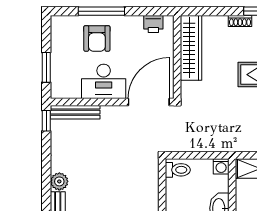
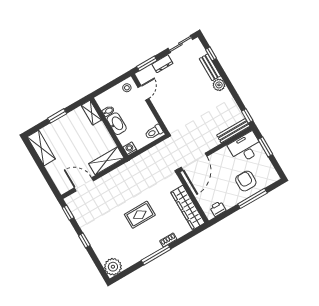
desk: (104, 81) -> (245, 148), moved

